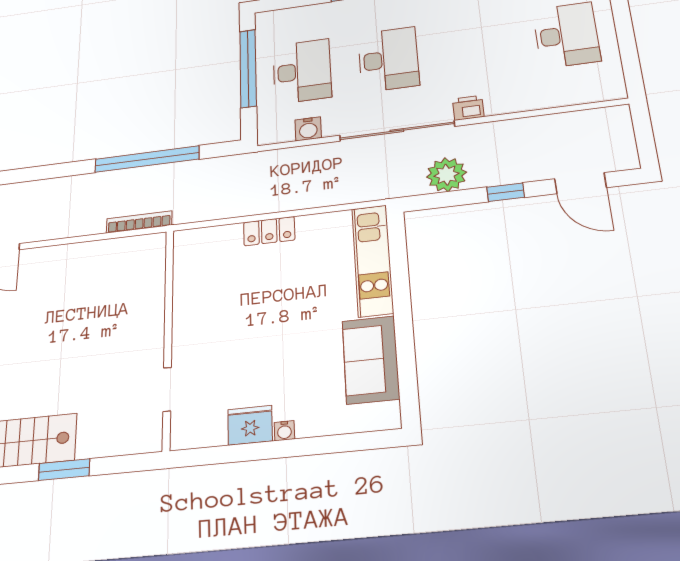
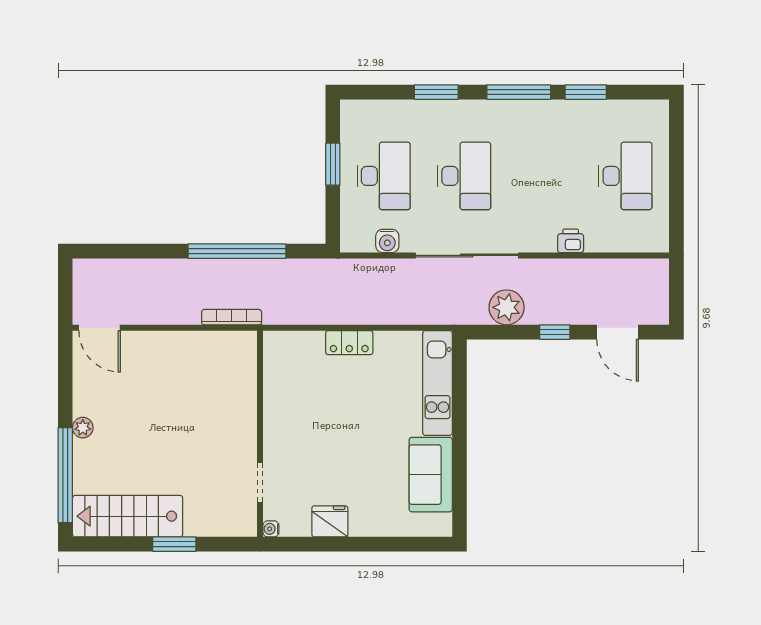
window: (248, 68) -> (333, 164), width x0.47
printer: (468, 108) -> (571, 241), moved
water cooler: (284, 431) -> (271, 529), moved, turned 90

